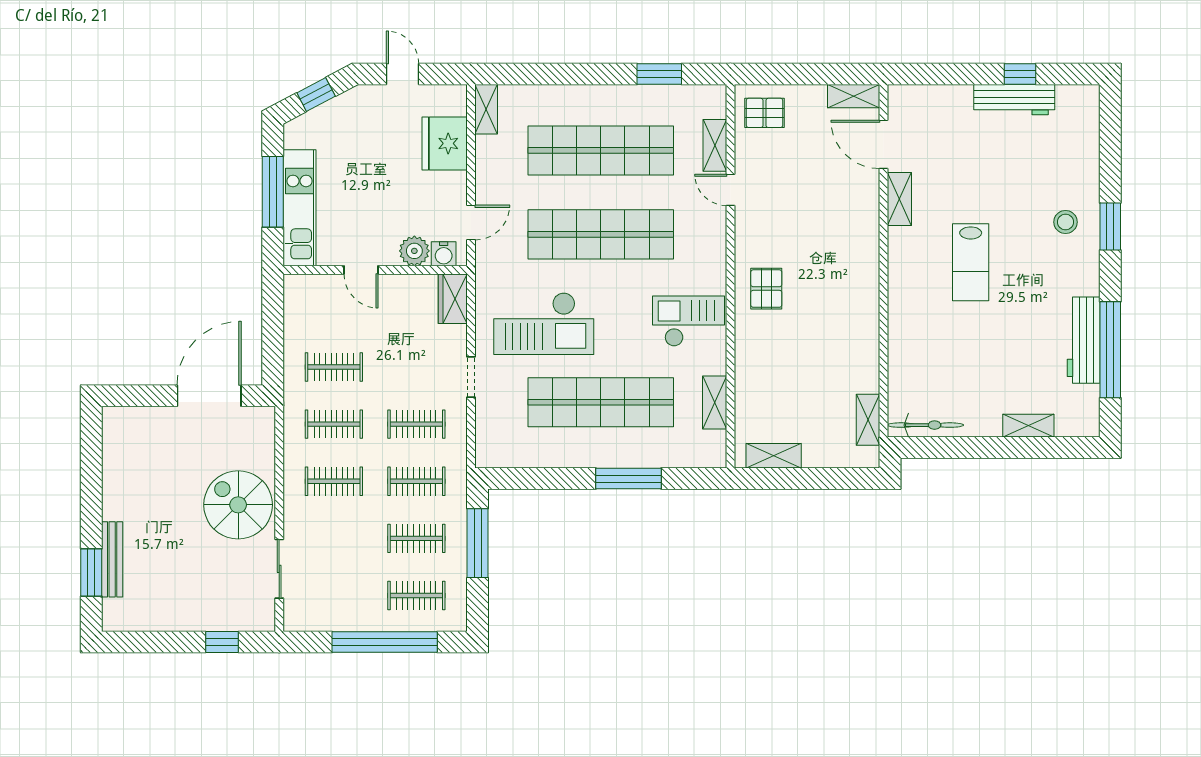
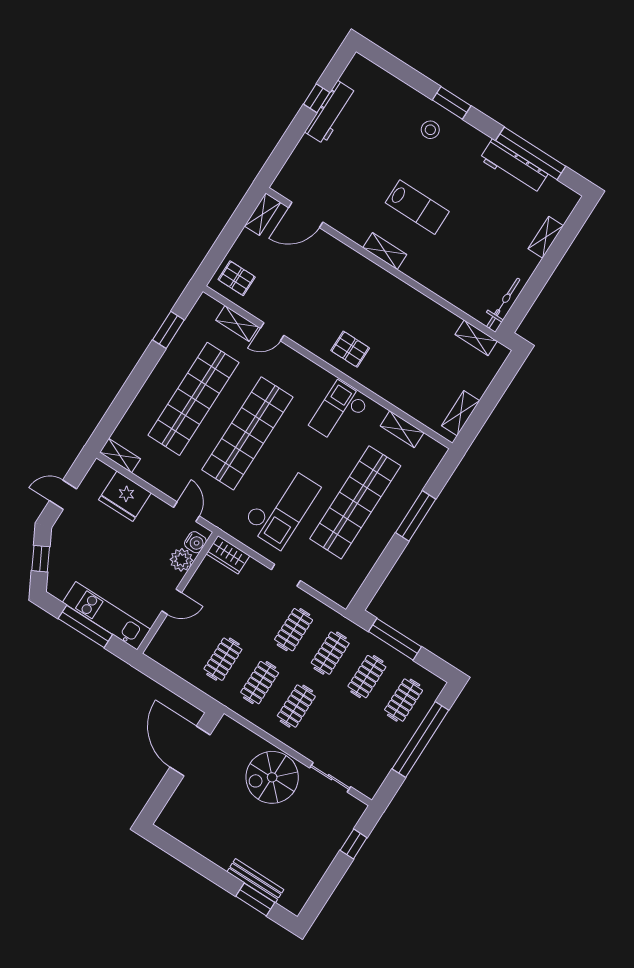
pallet: (764, 113) -> (237, 278), turned 90
shelving: (899, 199) -> (385, 251), moved

